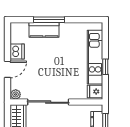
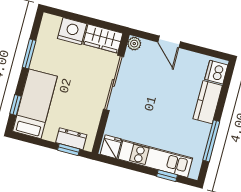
window: (49, 20) -> (211, 141), moved
dishwasher: (17, 52) -> (216, 72), moved, turned 90
window: (105, 67) -> (167, 176), moved

